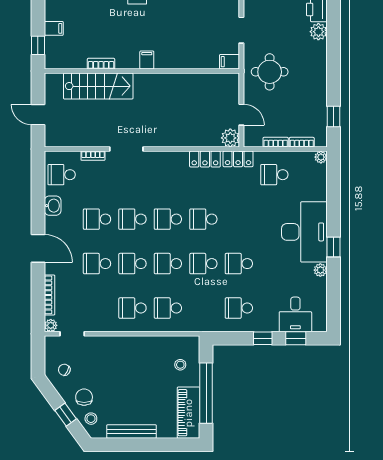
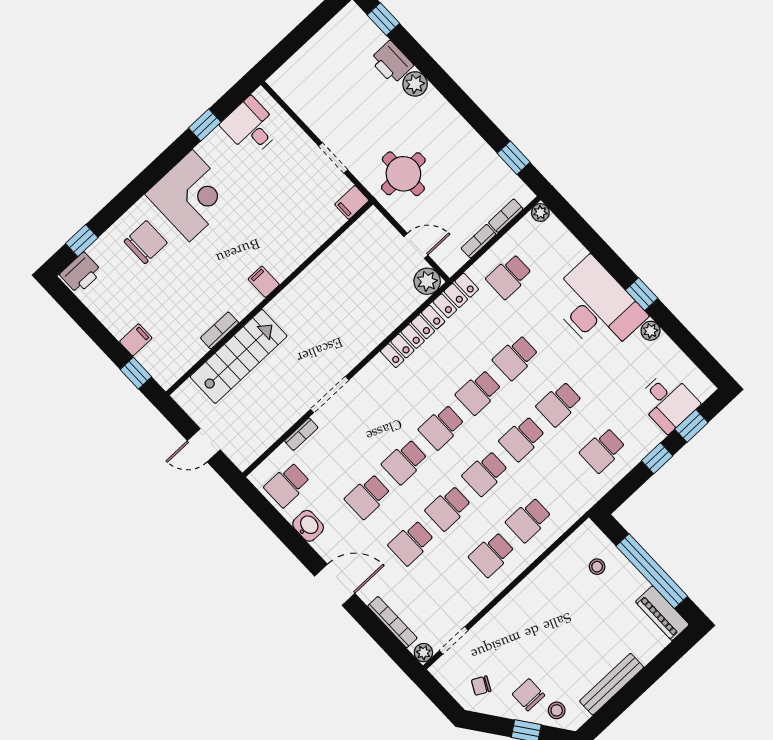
locker: (205, 159) -> (413, 336), width x1.53
school desk: (239, 219) -> (516, 357), added
piano: (188, 413) -> (662, 613), width x0.73, depth x0.75

